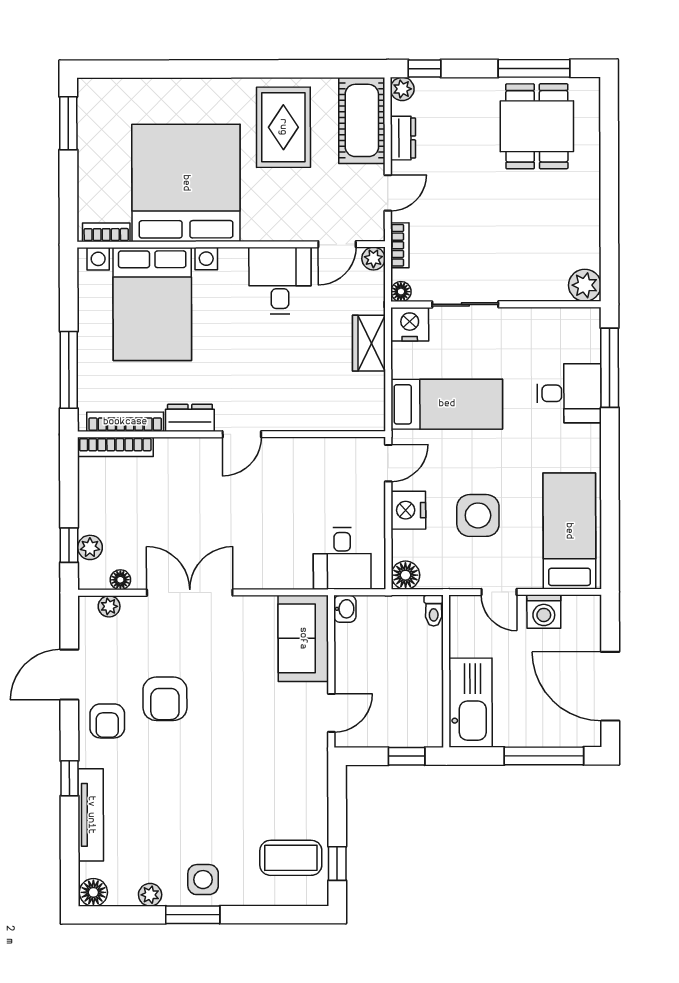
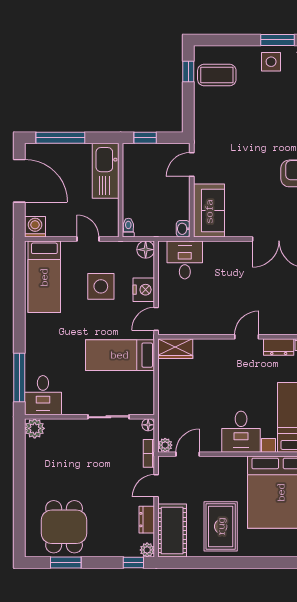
window: (534, 68) -> (66, 563), width x0.69
desk: (280, 281) -> (241, 432), moved
nightstand: (410, 324) -> (143, 405), removed
wardrobe: (369, 343) -> (175, 349), moved, turned 90
desk: (569, 393) -> (43, 395), moved, turned -90
washing machine: (544, 612) -> (35, 227), moved

